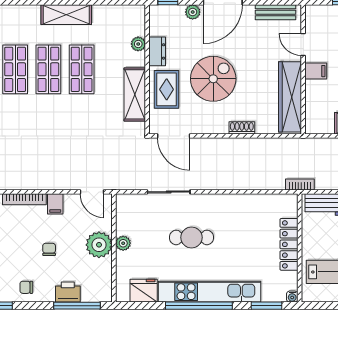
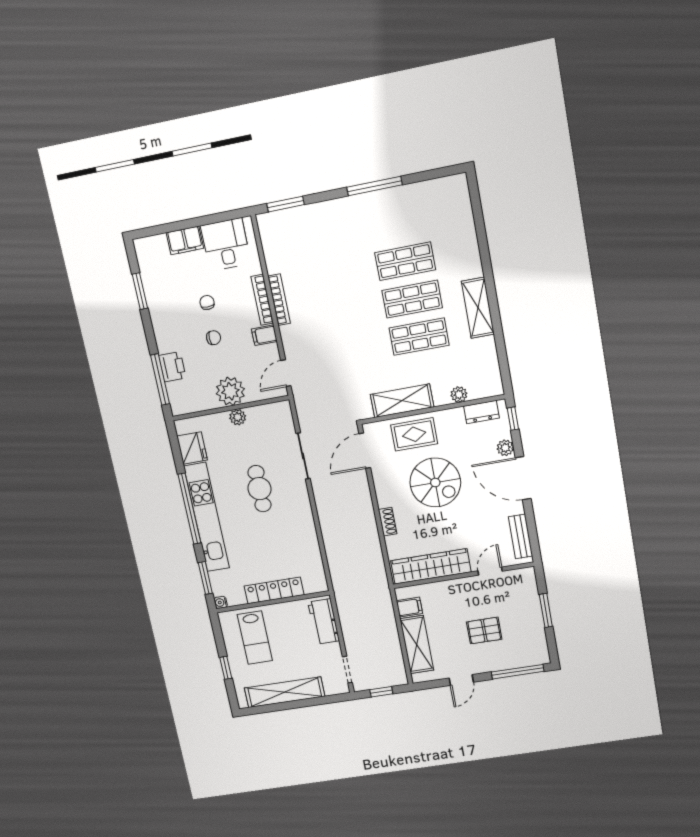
dresser: (157, 51) -> (481, 412), moved
filing cabinet: (316, 71) -> (409, 607), moved, turned -90
bookcase: (300, 184) -> (279, 300), moved, width x1.56
chair: (26, 287) -> (207, 303), moved

